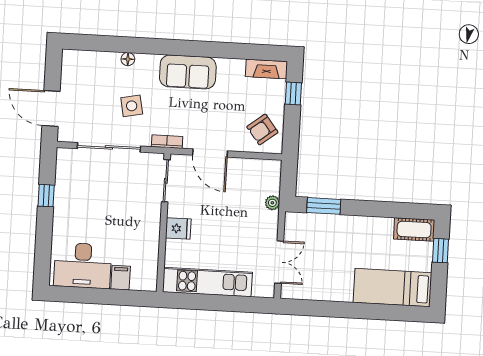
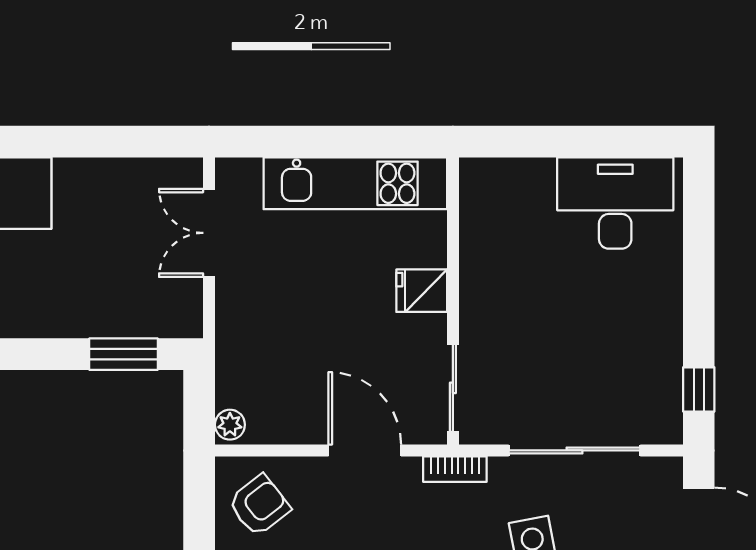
window: (46, 196) -> (699, 389), moved
plant: (272, 203) -> (230, 425), moved
filing cabinet: (121, 278) -> (535, 182), removed

